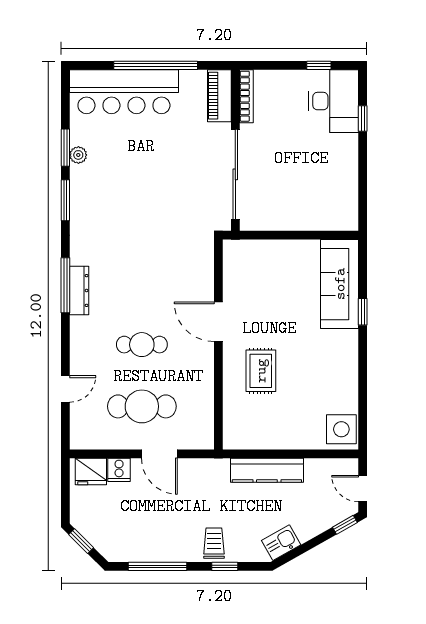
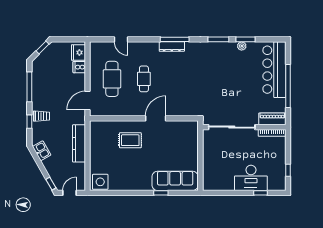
desk: (334, 101) -> (251, 178), moved
door: (159, 454) -> (87, 101), moved

